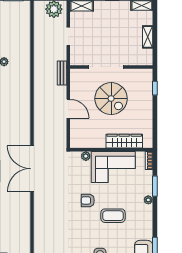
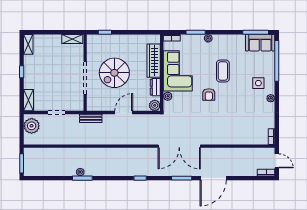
shelving: (148, 37) -> (72, 39), moved
spiral stairs: (111, 99) -> (114, 73), turned 180
plant: (76, 142) -> (155, 105), added
dresser: (96, 143) -> (155, 87), added

